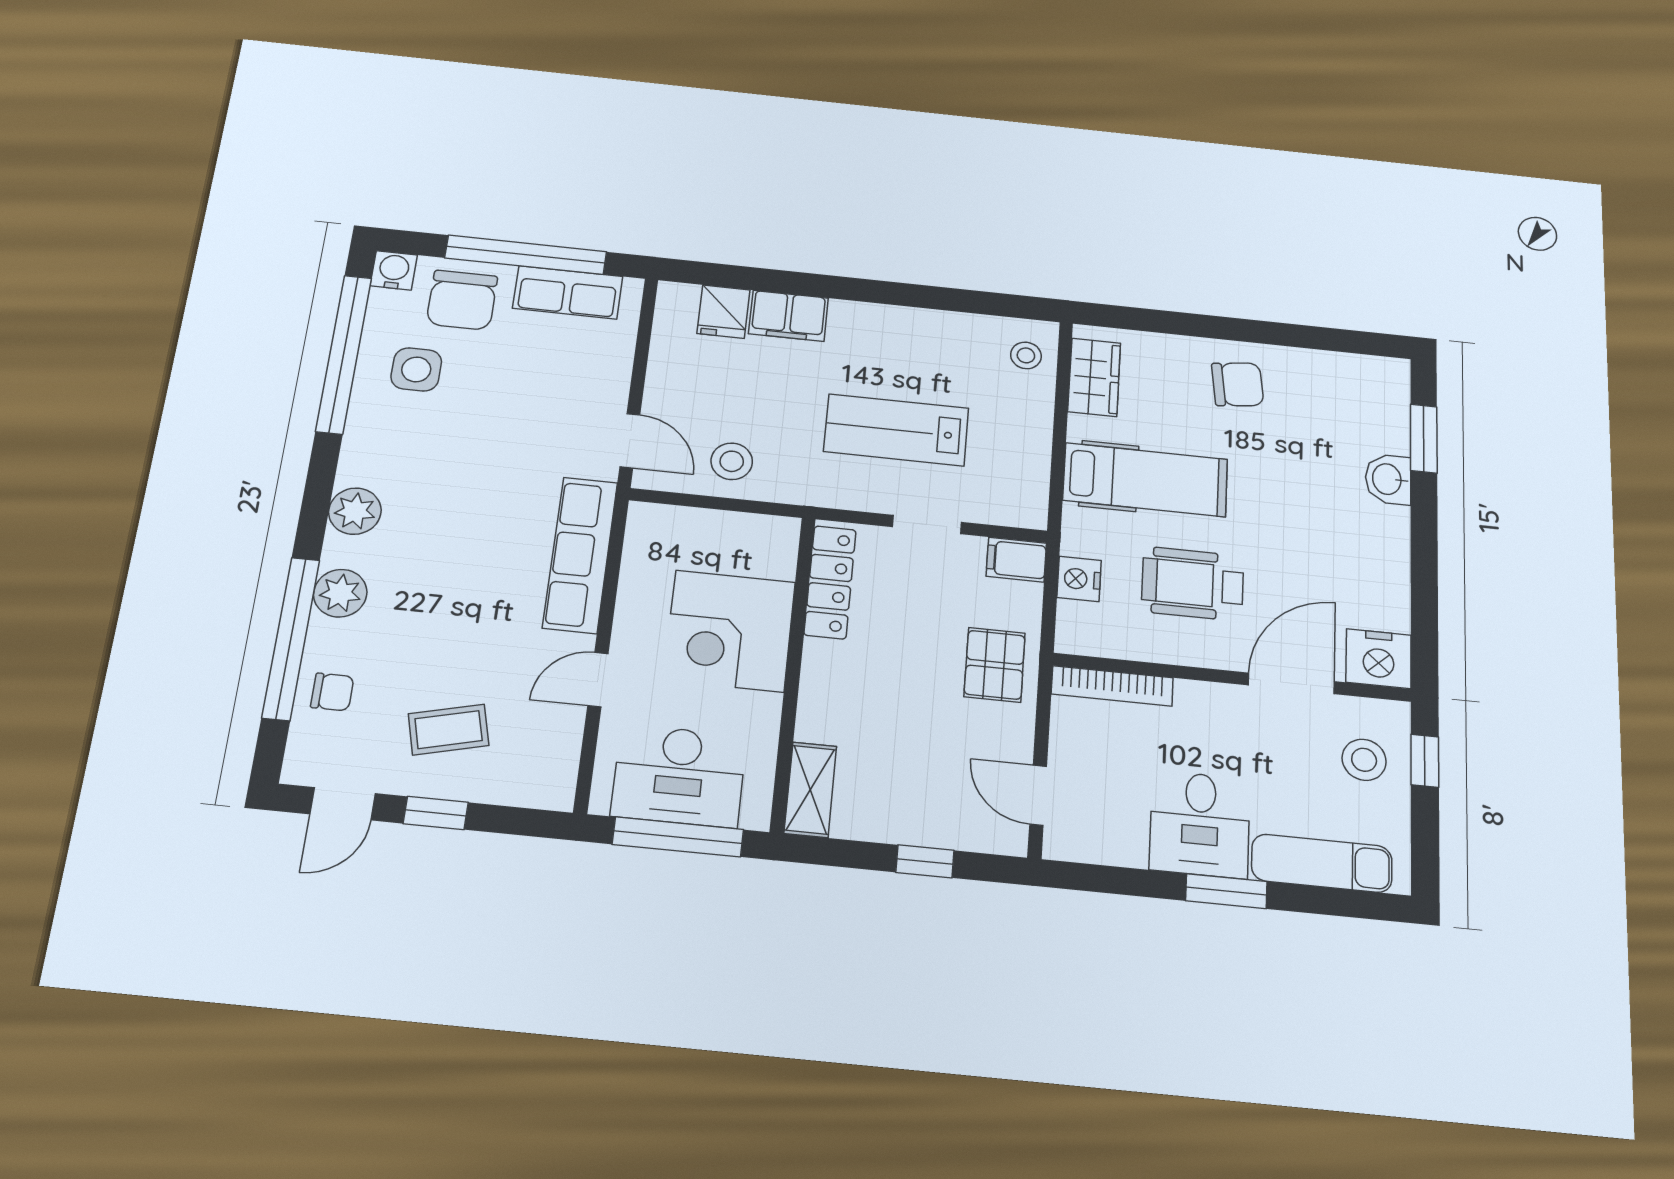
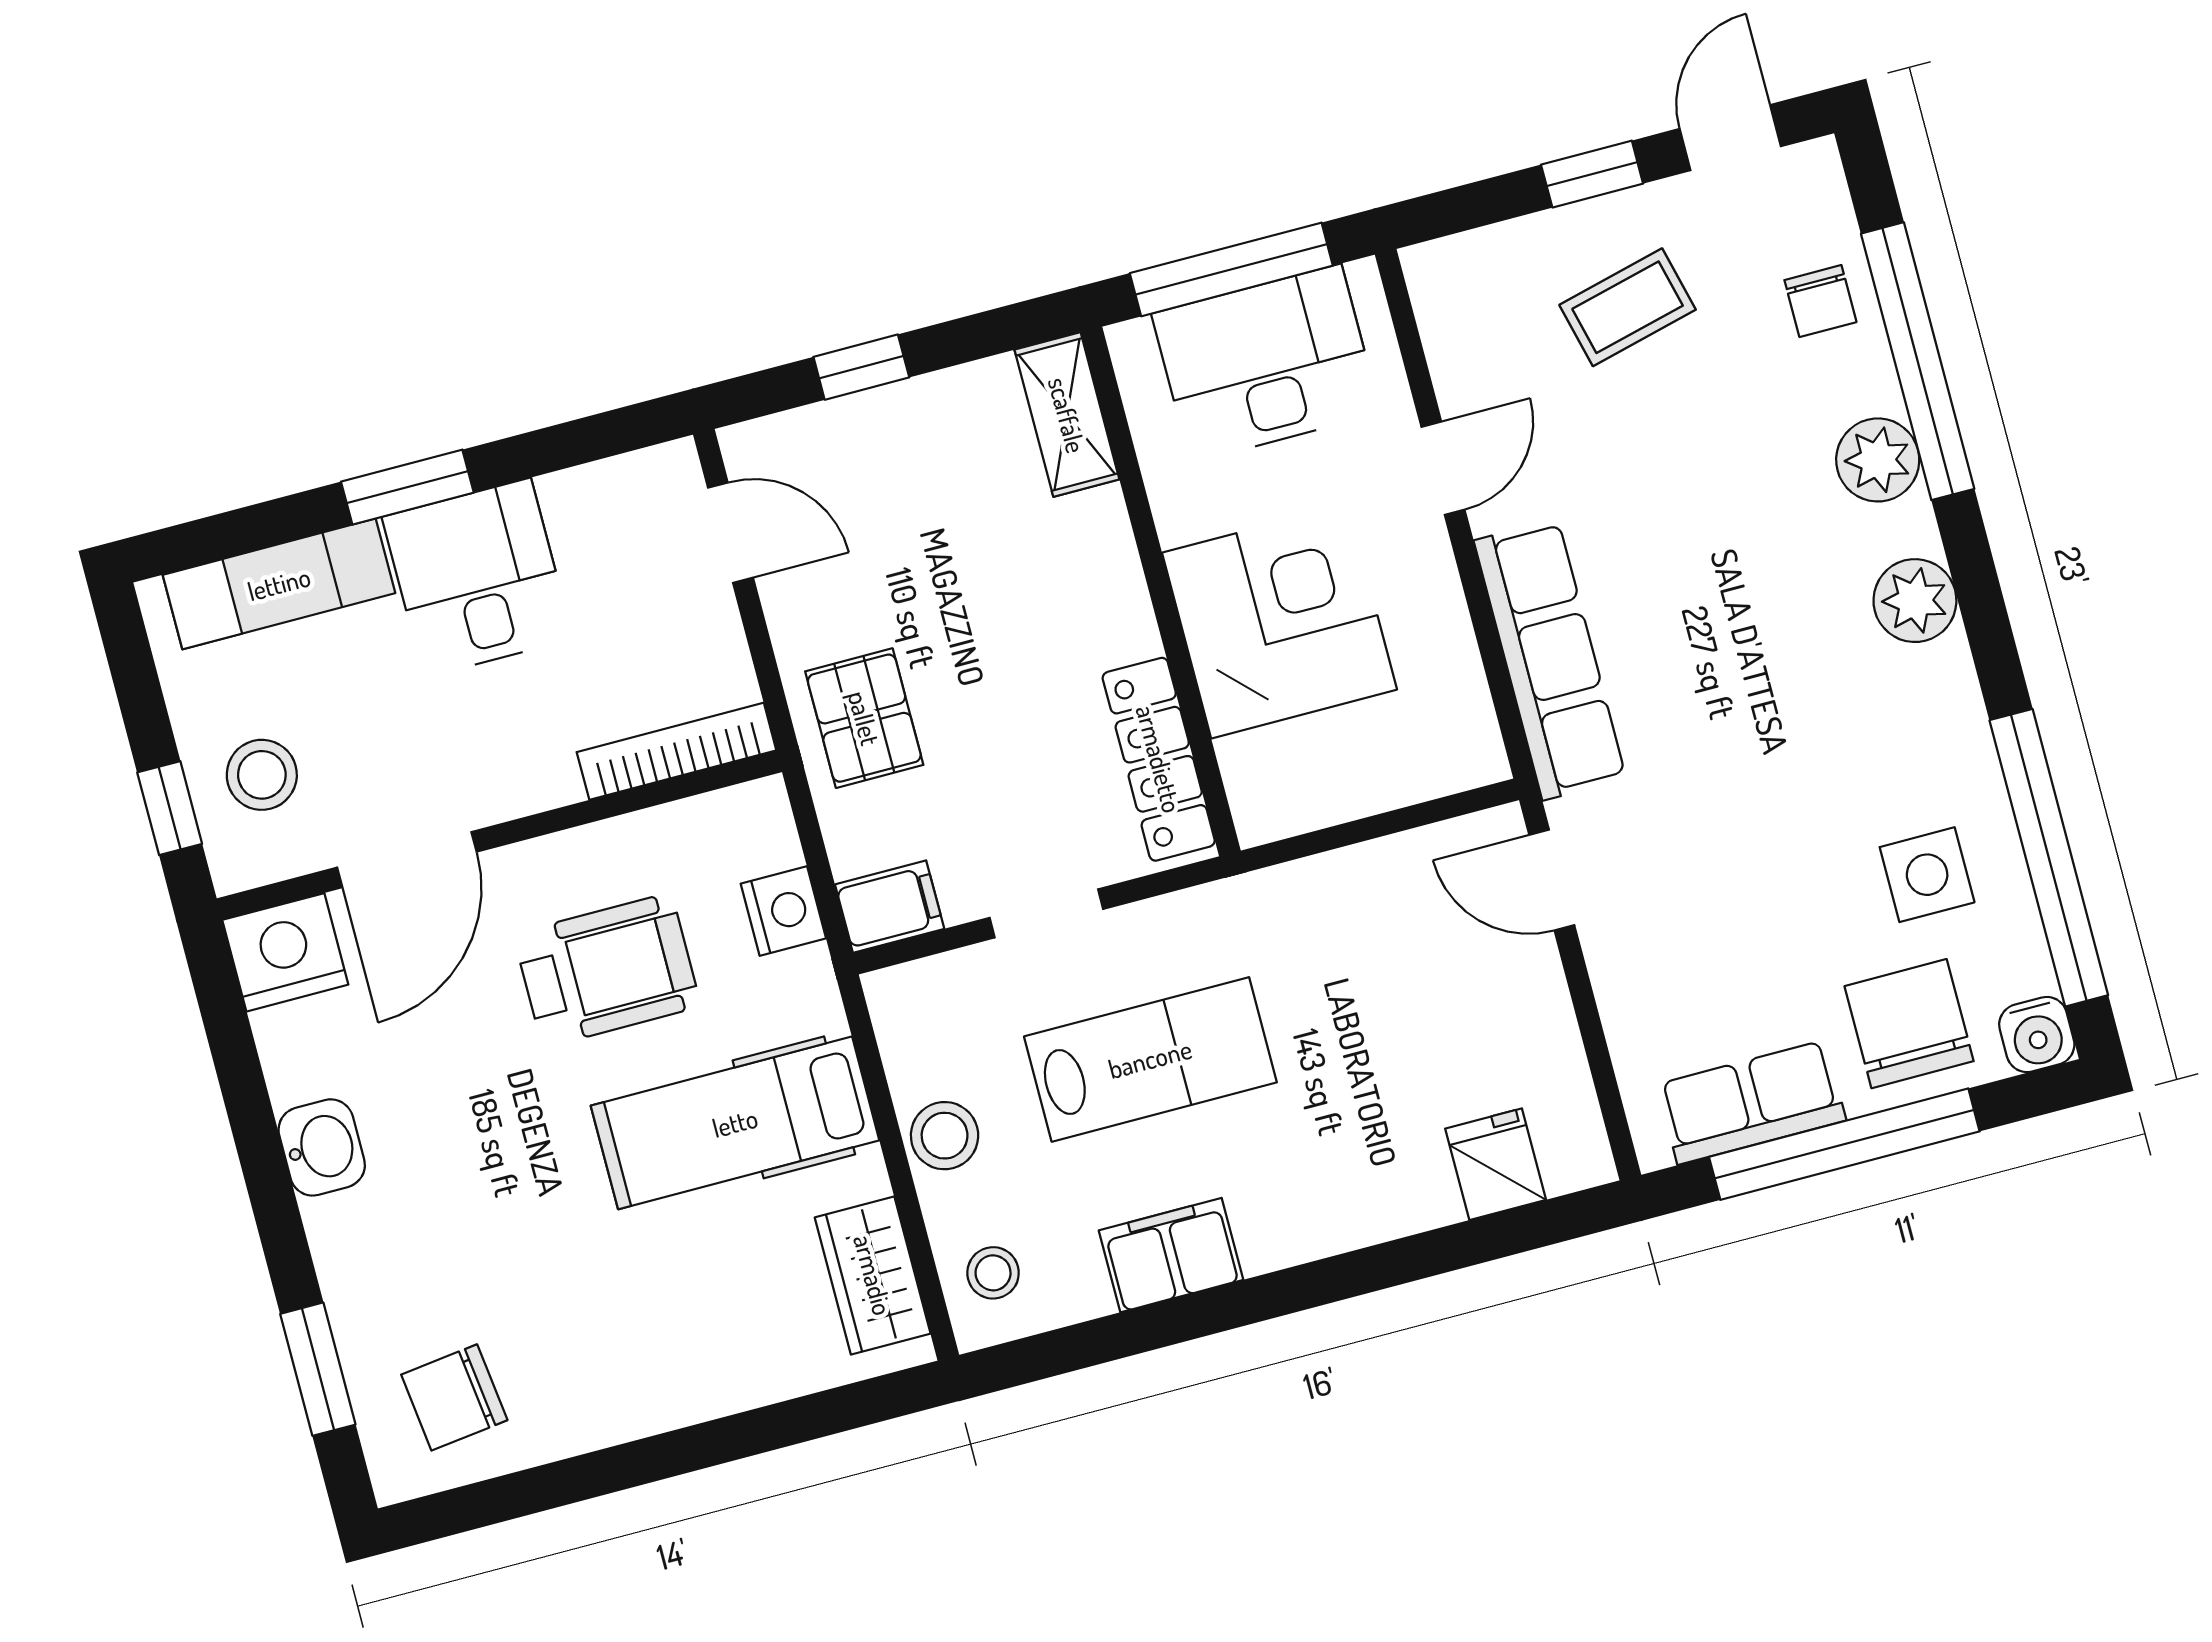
filing cabinet: (788, 316) -> (1171, 1255), moved
chair: (1238, 384) -> (454, 1397), moved
stool: (732, 461) -> (945, 1136), moved
washbasin: (1388, 479) -> (322, 1147), moved
chair: (332, 692) -> (1820, 301), turned -90

